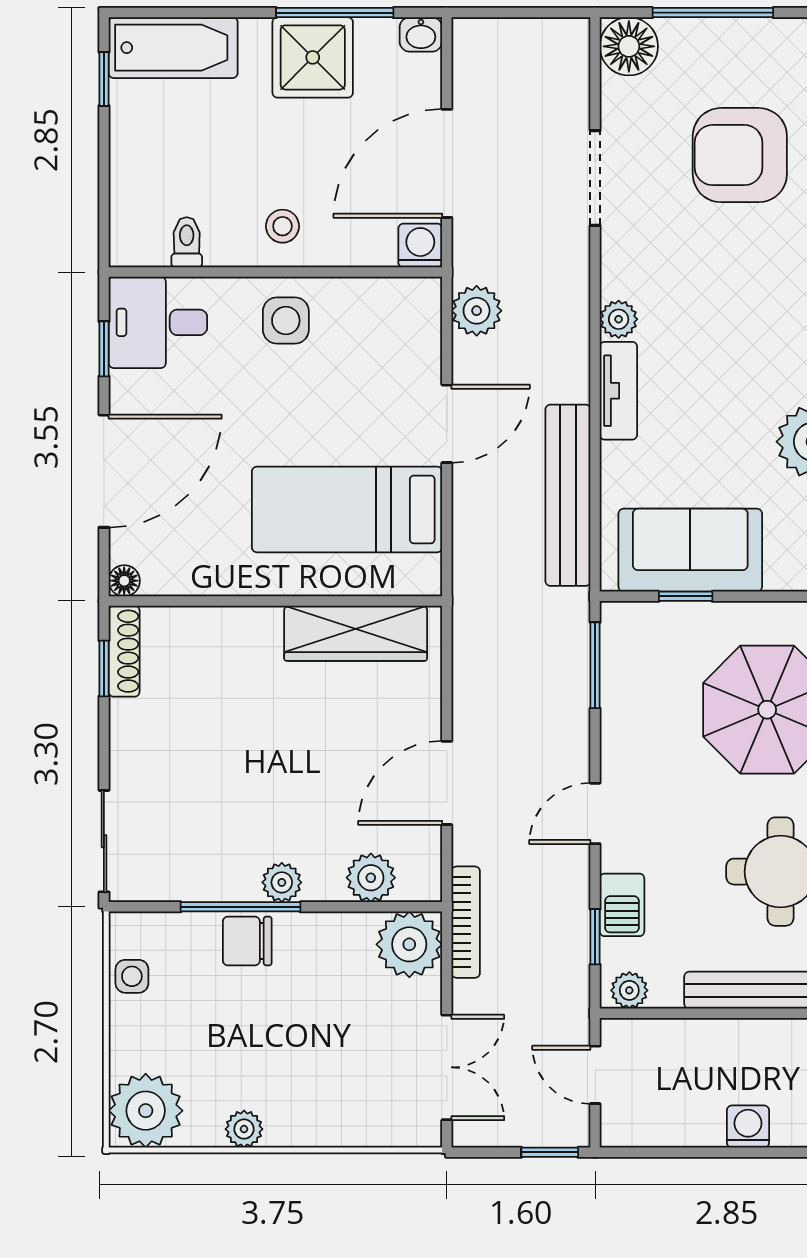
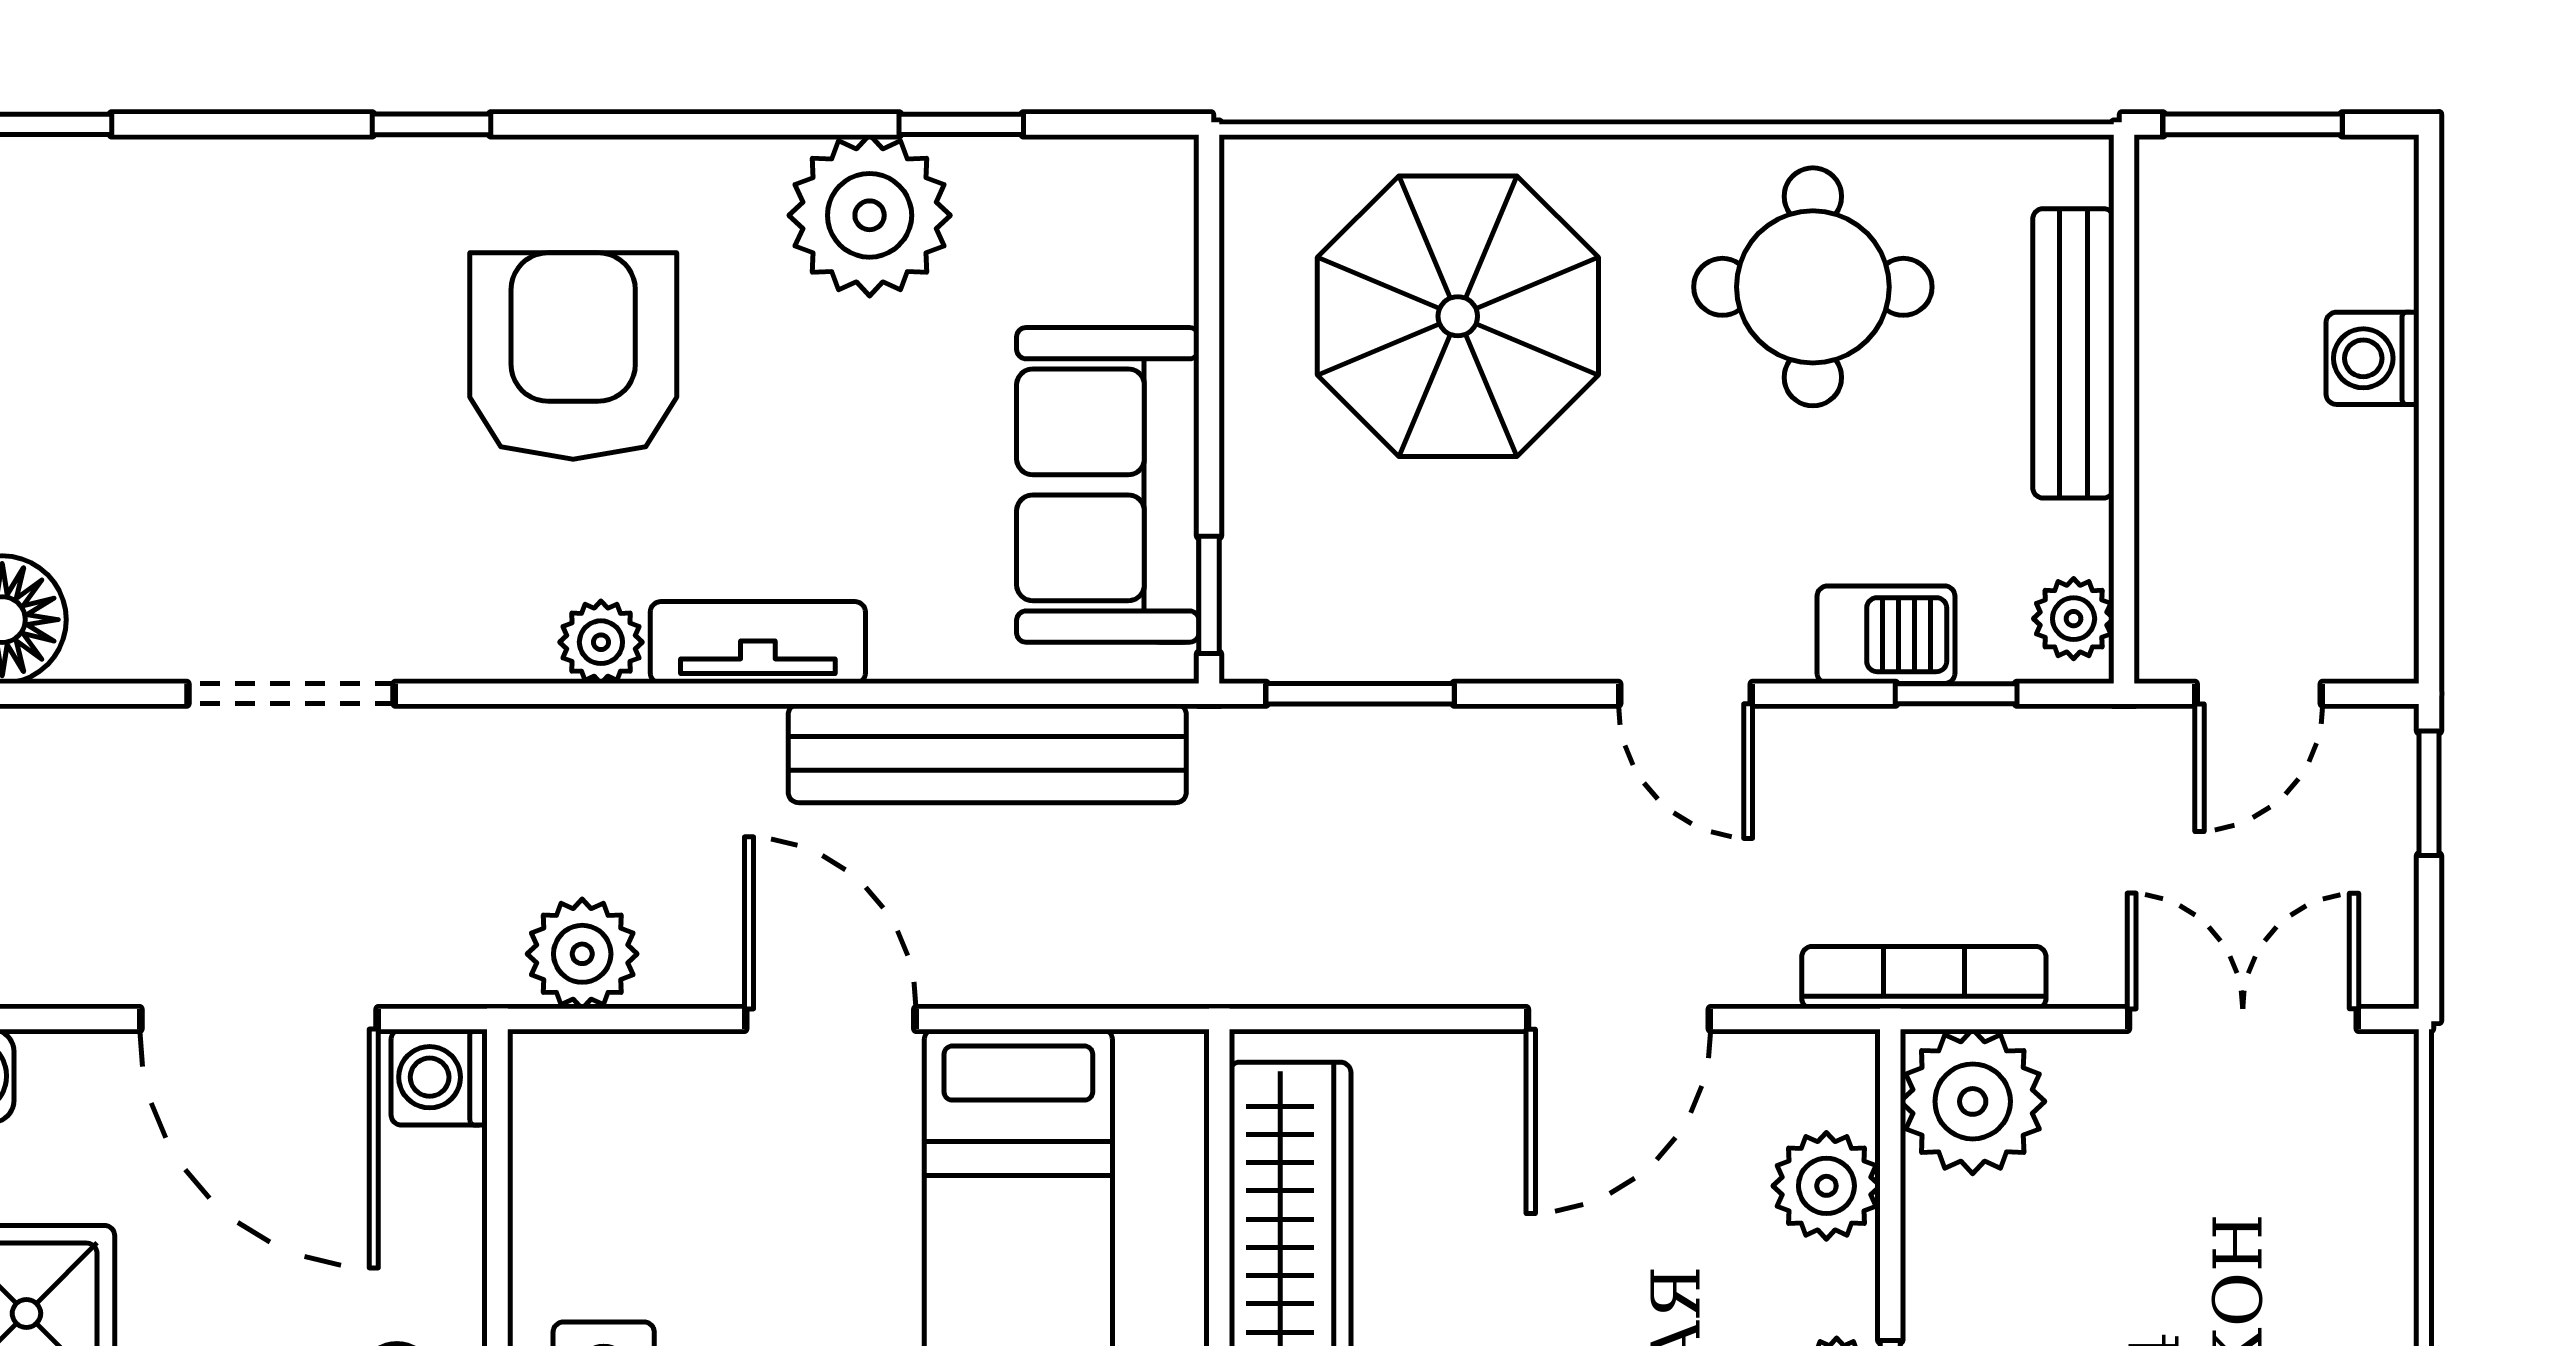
armchair: (740, 155) -> (573, 356), moved, turned 180
window: (686, 596) -> (1209, 595), moved
door: (447, 783) -> (1618, 1019), hinge flipped

